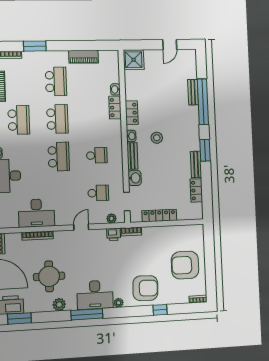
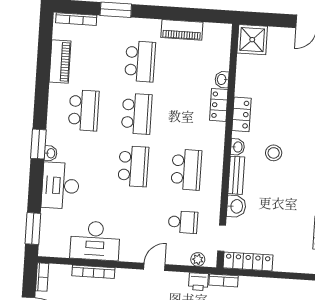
school desk: (97, 155) -> (186, 170), width x1.85
locker: (159, 216) -> (248, 261), moved

